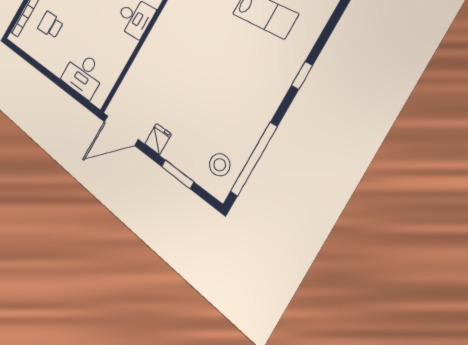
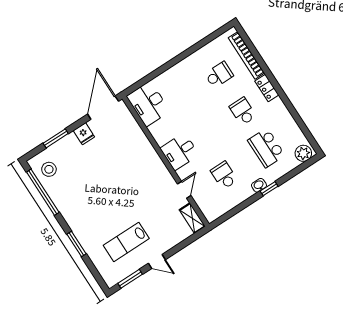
desk: (83, 74) -> (148, 104), moved, turned -90
window: (302, 75) -> (76, 244), width x1.50

